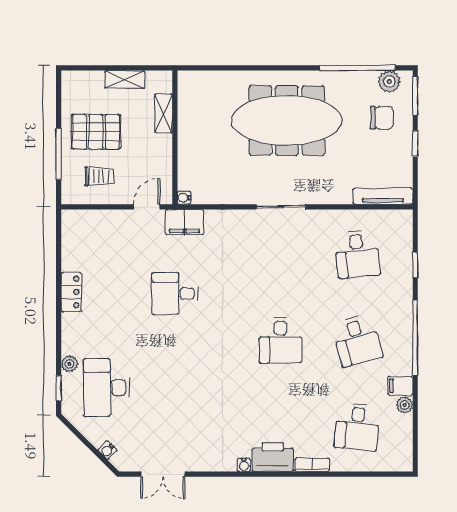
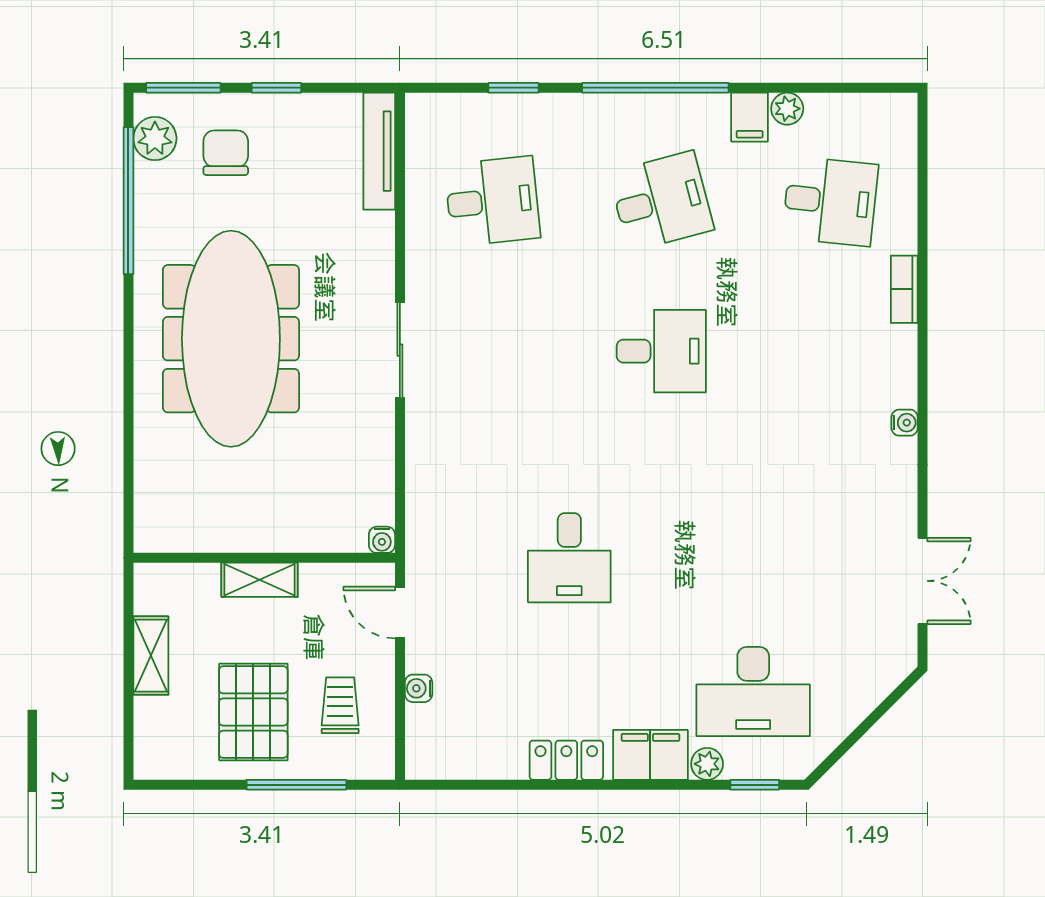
shelving: (164, 113) -> (260, 580), moved
filing cabinet: (185, 222) -> (650, 755), moved, turned -90
water cooler: (107, 450) -> (419, 688), moved, turned 135
printer: (273, 457) -> (889, 366), removed

